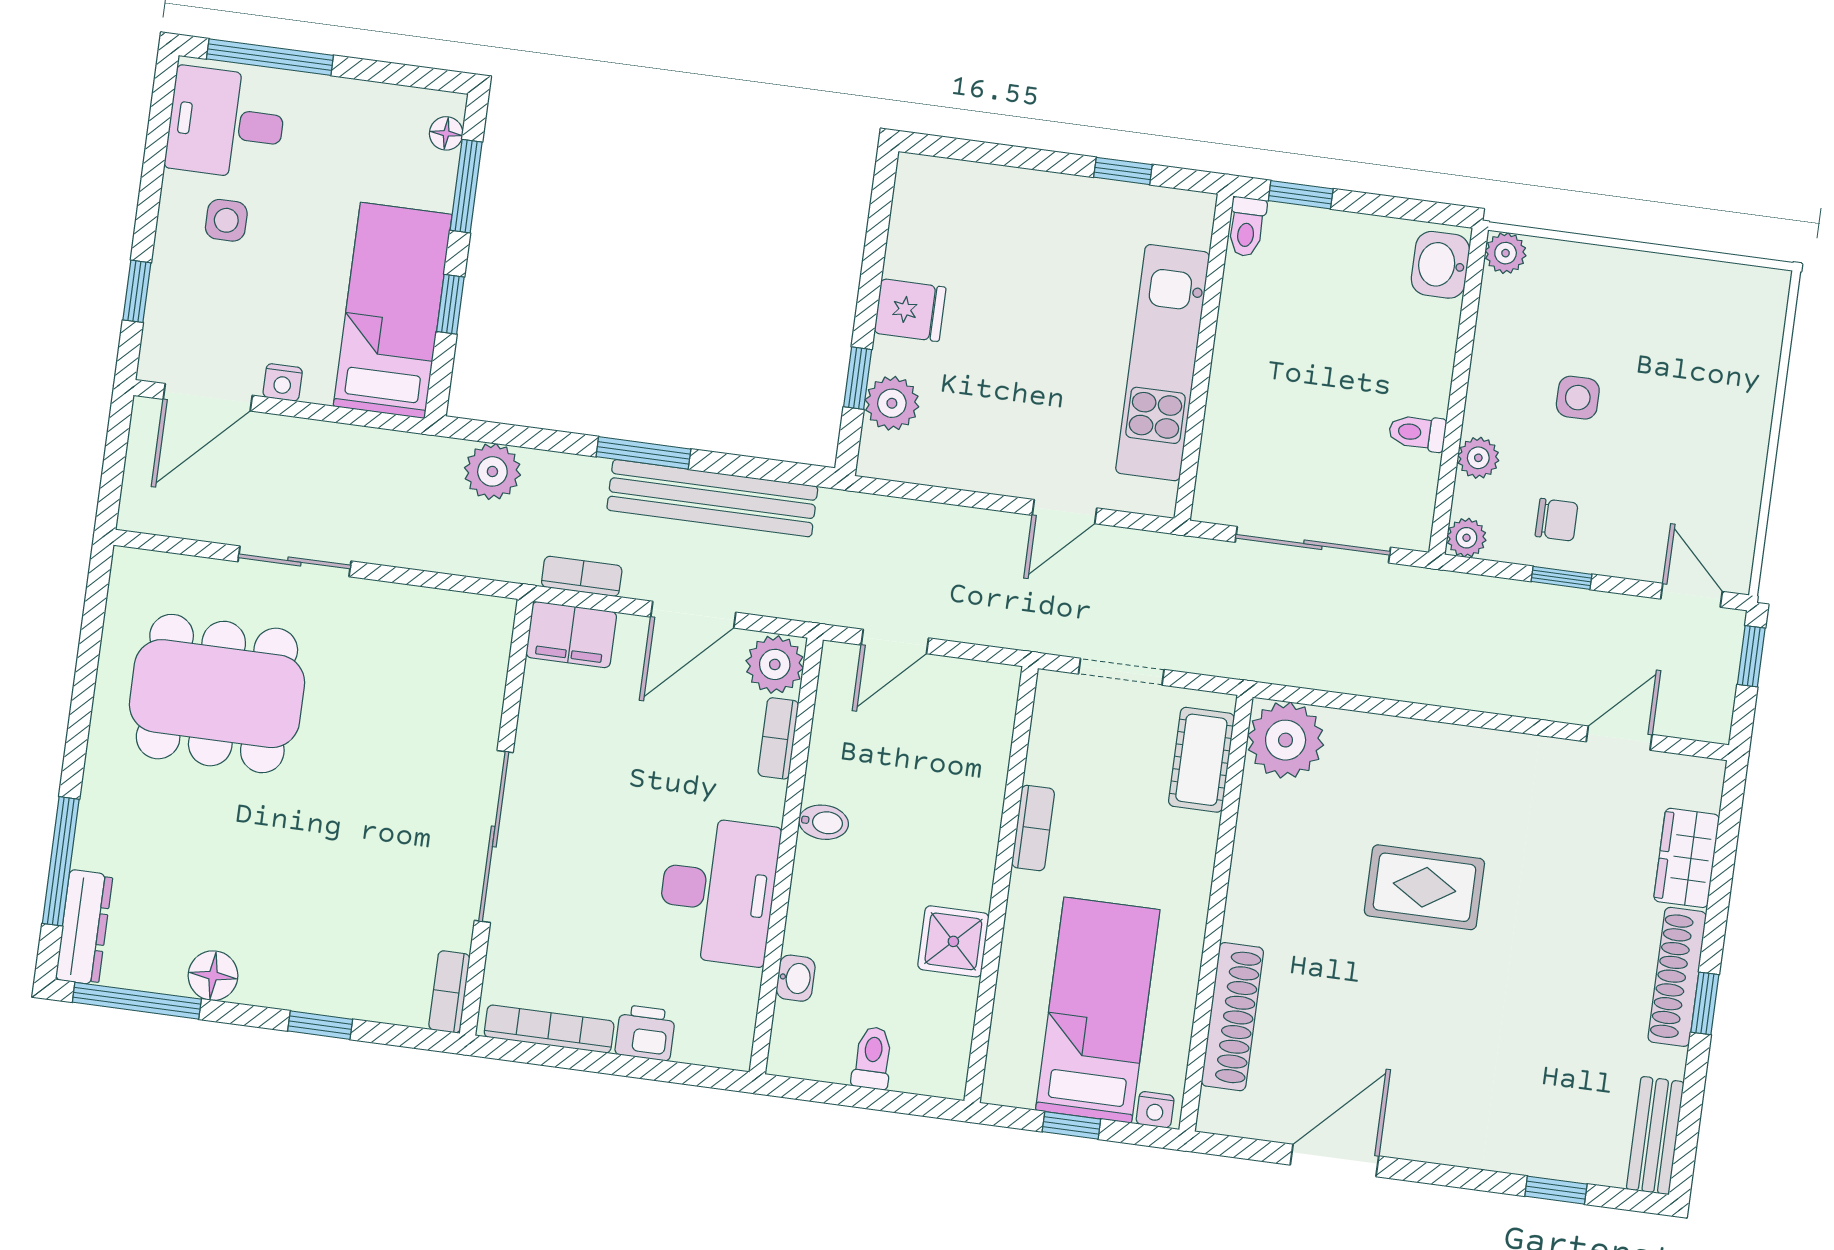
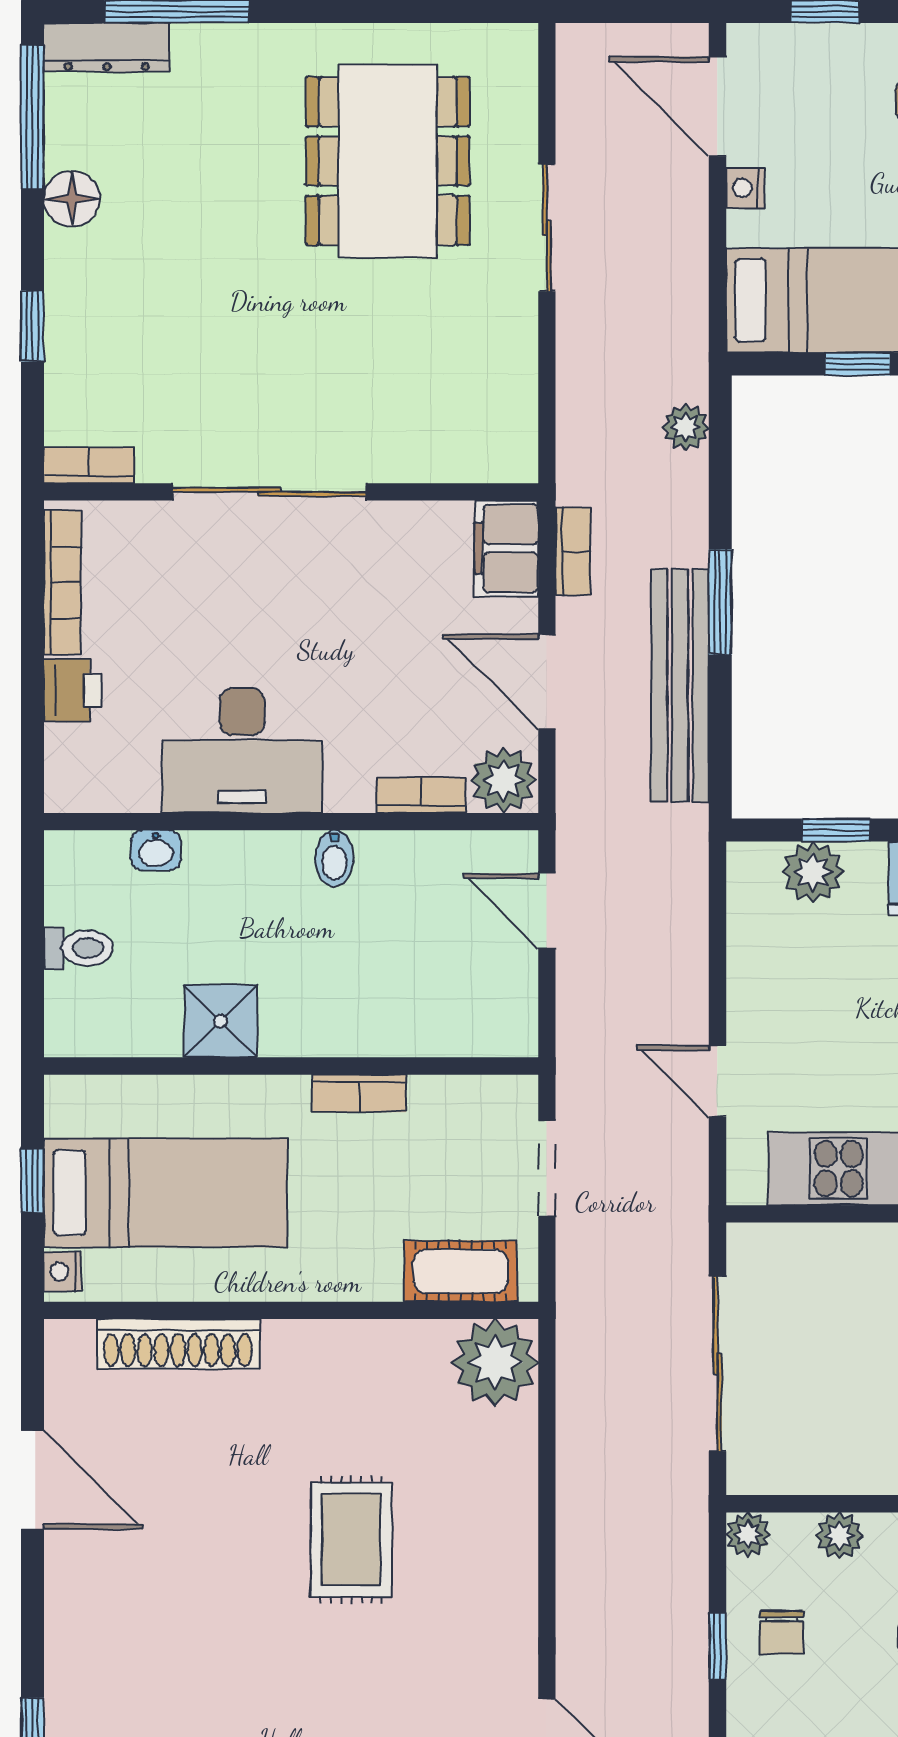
toilet: (1417, 433) -> (858, 1464), removed
plant: (492, 471) -> (686, 427), width x0.73, depth x0.73

